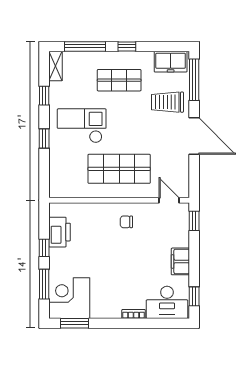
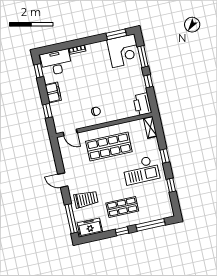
shelving: (55, 66) -> (150, 127), moved
door: (194, 136) -> (63, 180), width x0.53
window: (194, 221) -> (47, 111), moved
printer: (59, 232) -> (142, 104), moved

